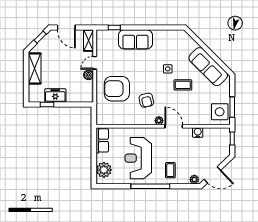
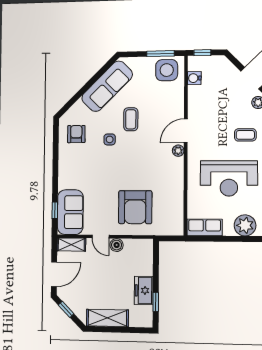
sofa: (135, 39) -> (70, 212), moved
armchair: (146, 100) -> (76, 134), moved, turned -77
water cooler: (198, 133) -> (194, 78), moved

